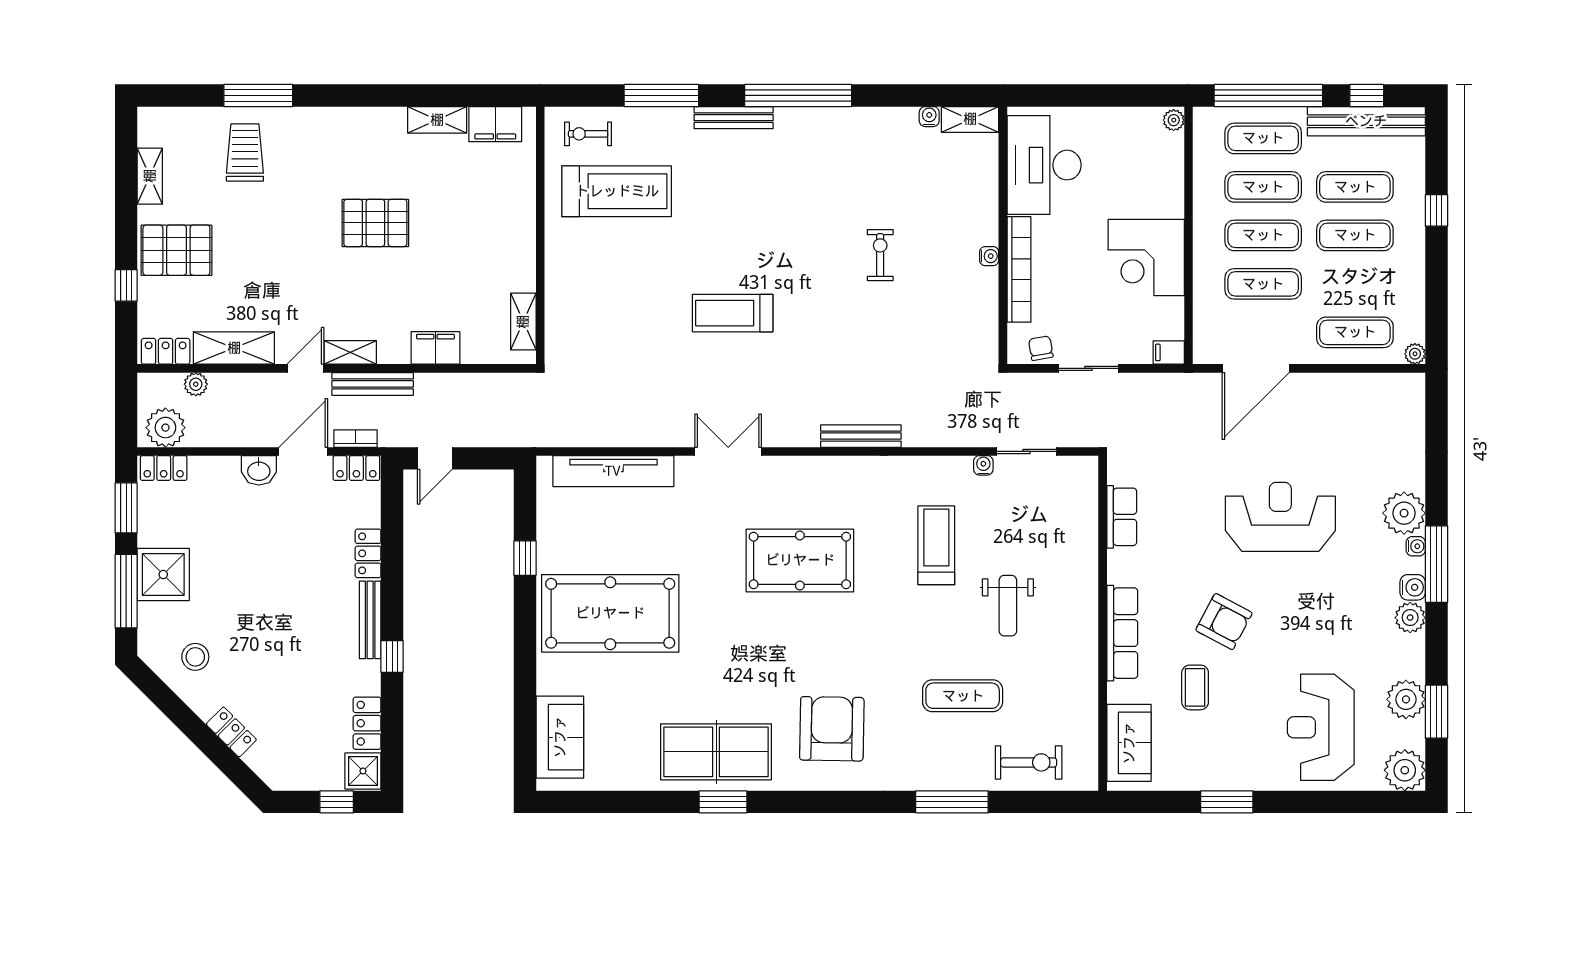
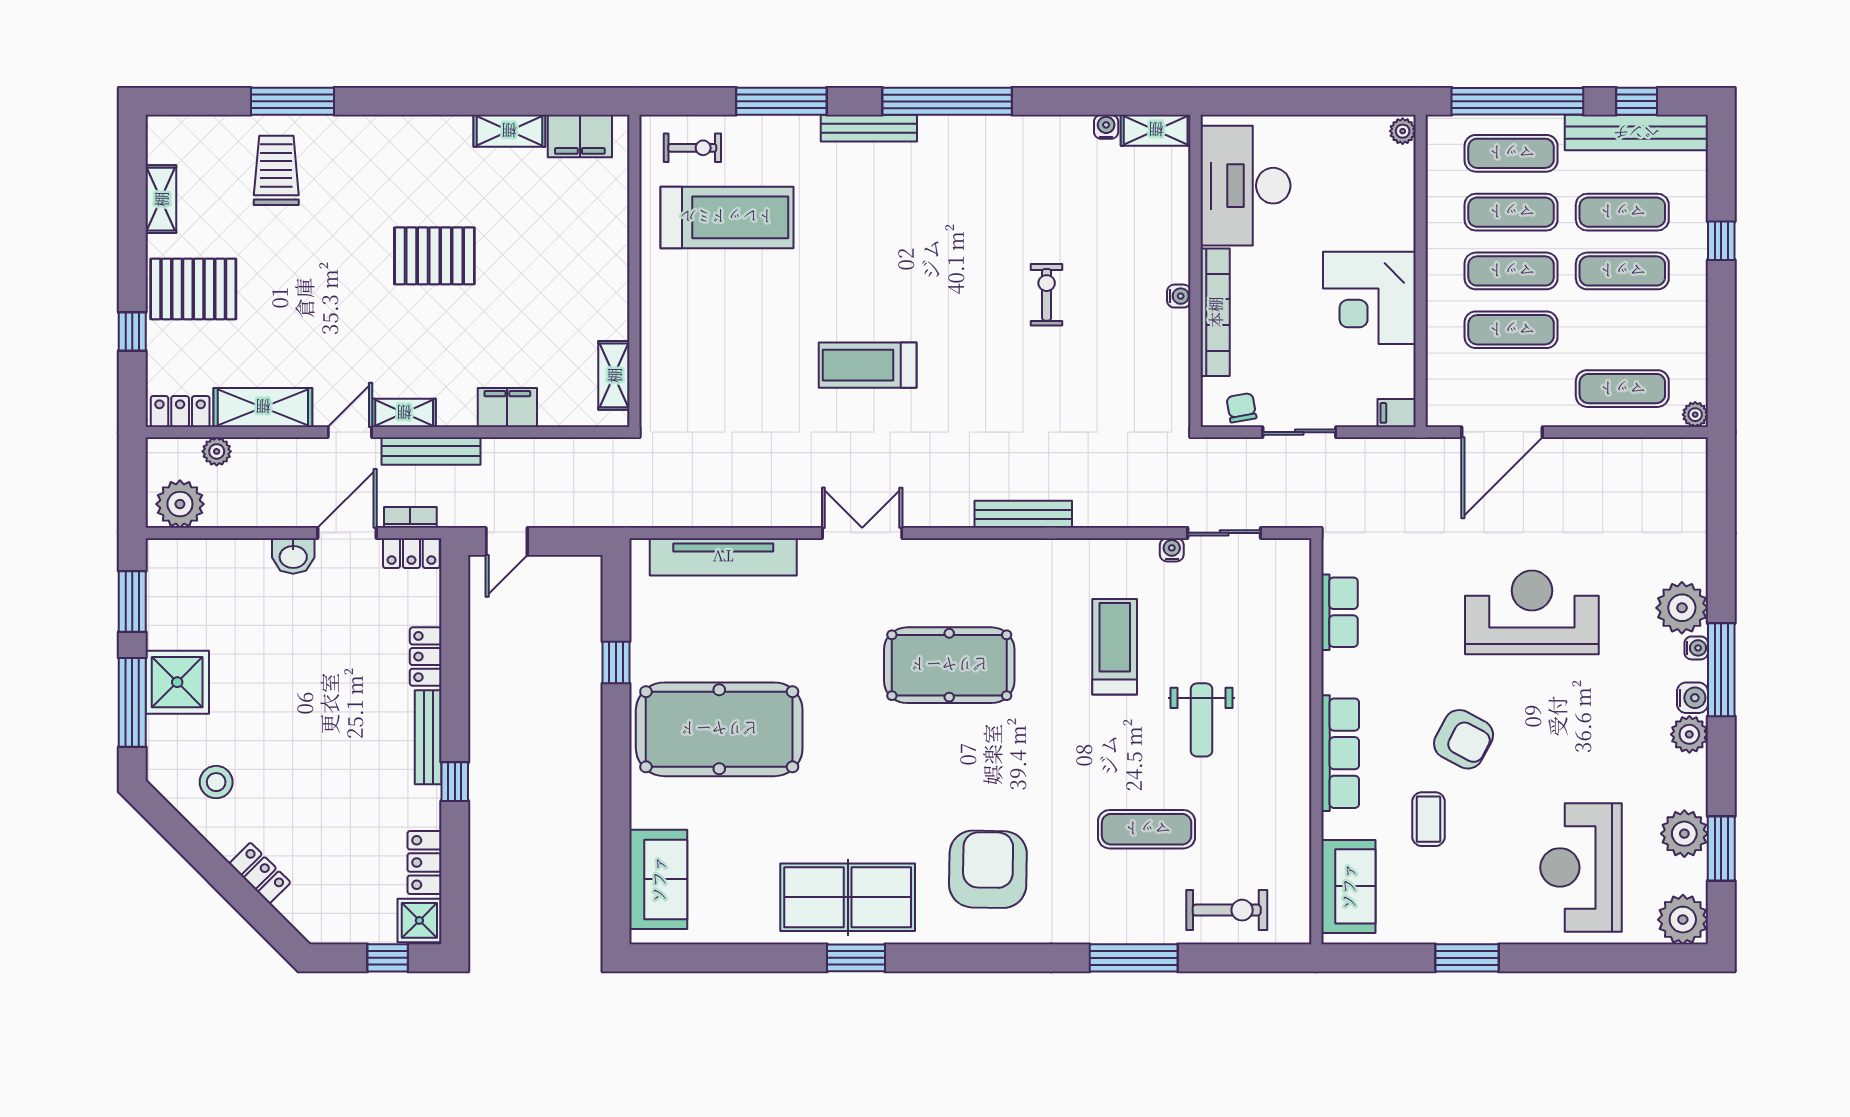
exercise bike: (588, 134) -> (692, 148), turned 180
locker: (164, 468) -> (178, 553), removed

